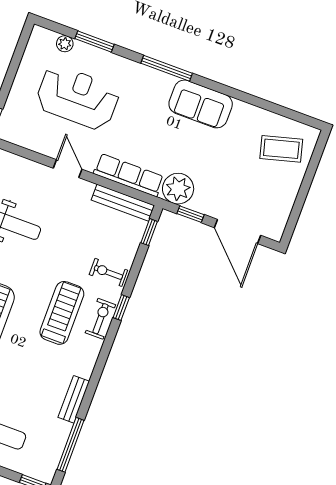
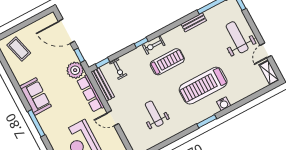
door: (68, 169) -> (113, 118), hinge flipped
door: (238, 232) -> (67, 31), swing flipped
exercise bike: (108, 272) -> (118, 69), moved
treadmill: (62, 313) -> (167, 62), turned 180

